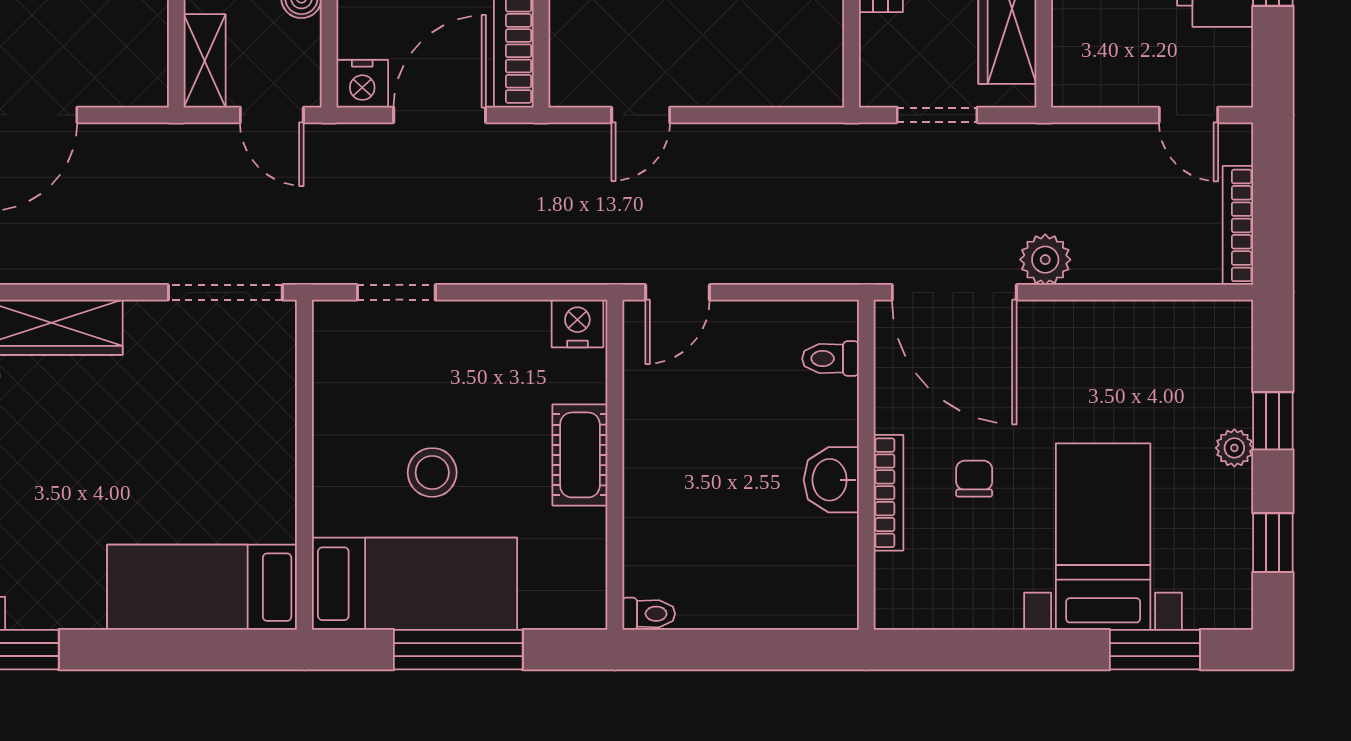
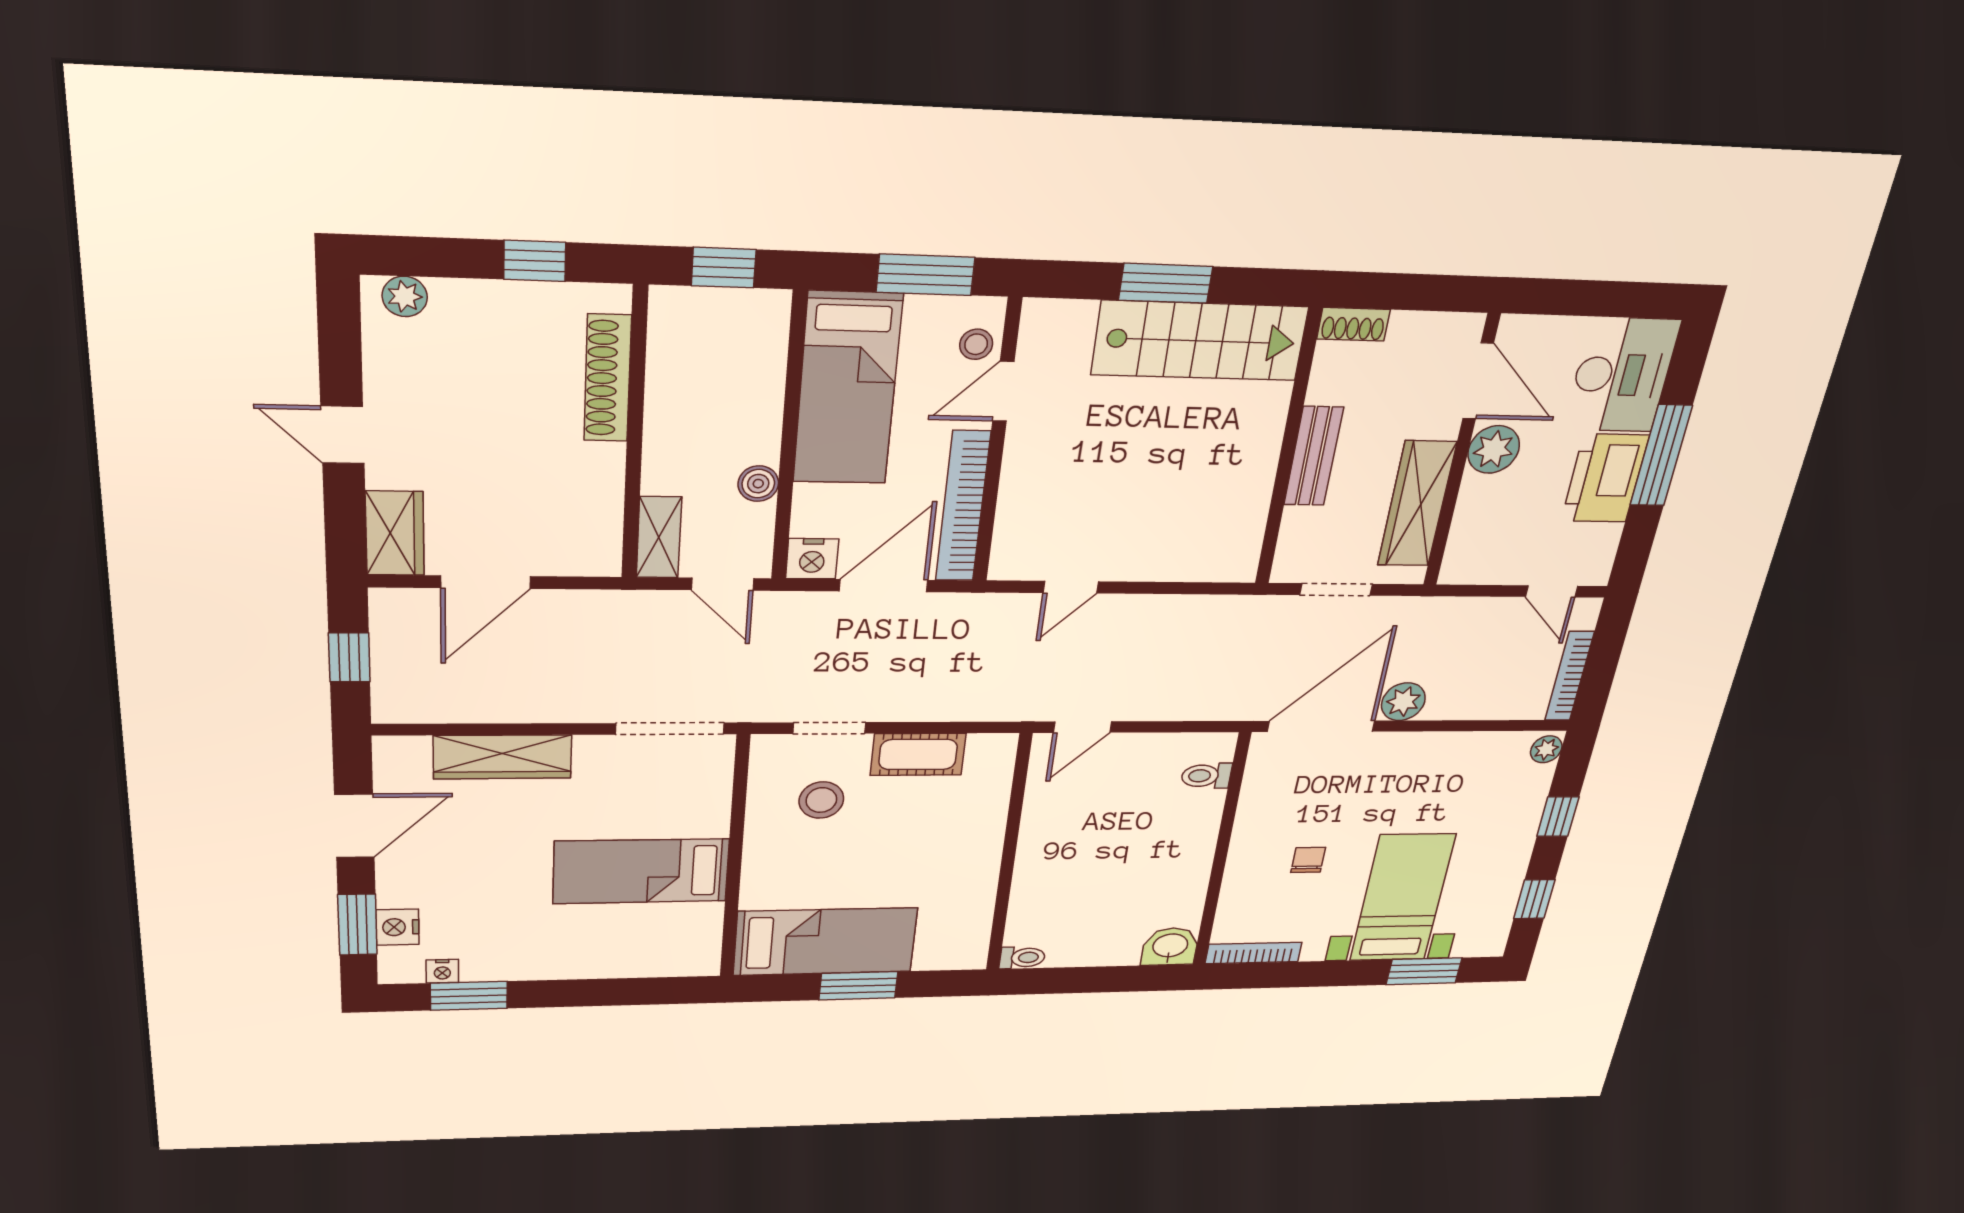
door: (954, 292) -> (1321, 726), swing flipped
nightstand: (577, 324) -> (990, 751), removed
plant: (1234, 448) -> (1546, 749), moved
cot: (580, 455) -> (918, 754), moved, turned 90
stool: (432, 472) -> (821, 800), moved
washbasin: (831, 480) -> (1170, 946), moved, turned 90
bookcase: (888, 493) -> (1254, 953), moved, turned -90
bed: (202, 587) -> (641, 871), moved
window: (458, 650) -> (858, 986), width x0.69

